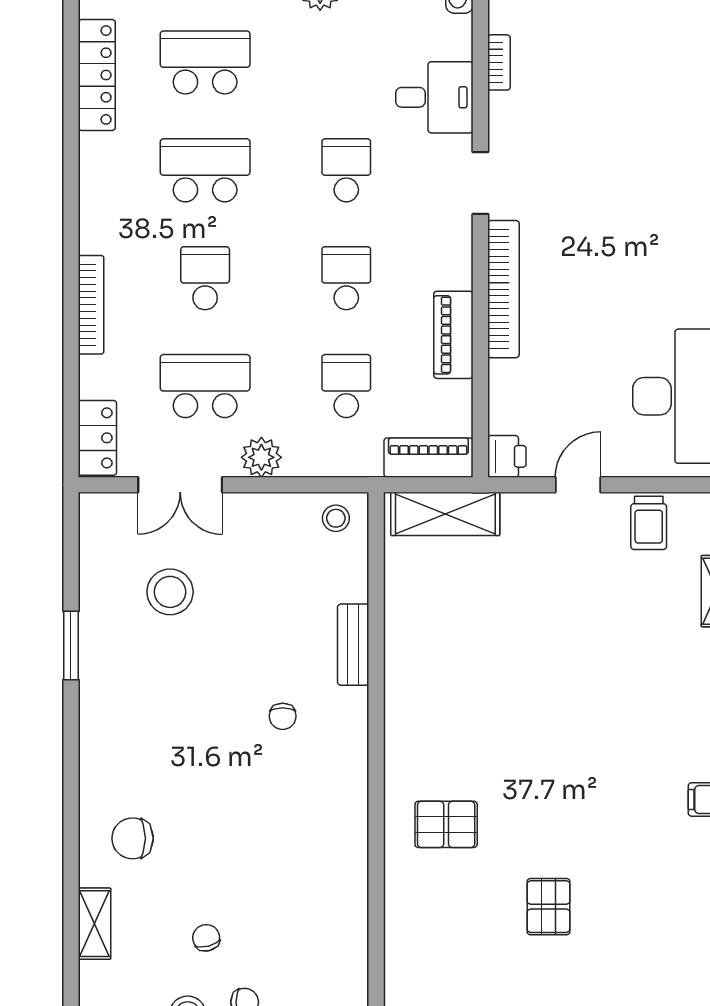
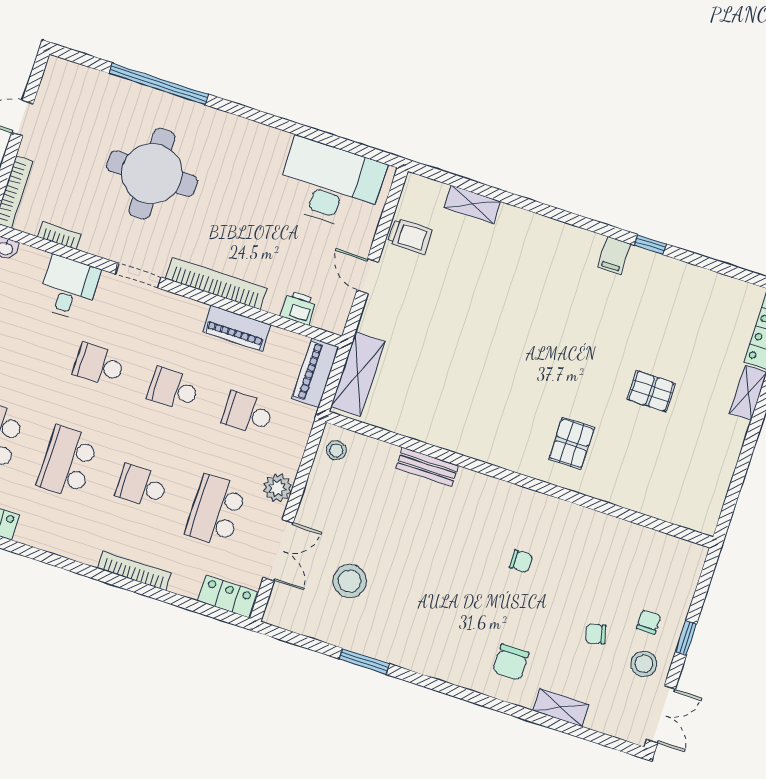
round table: (620, 157) -> (152, 174), added
printer: (507, 456) -> (298, 308), moved
chair: (283, 716) -> (521, 561), moved

